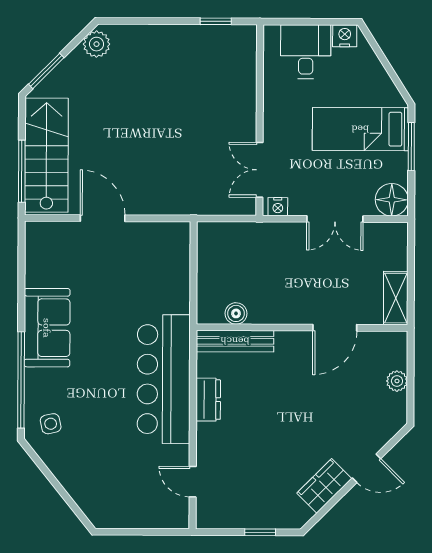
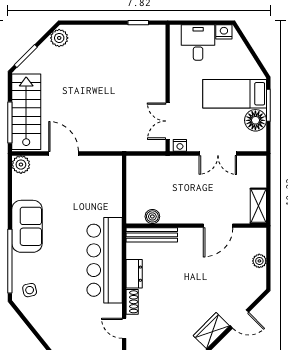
floor lamp: (392, 200) -> (255, 120), moved
plant: (38, 235) -> (21, 165), added
shoe rack: (205, 442) -> (132, 302), added

